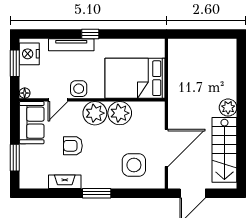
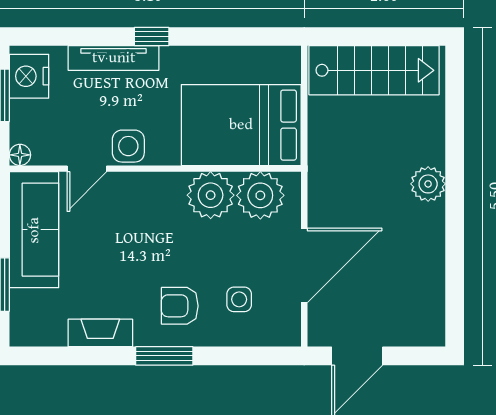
plant: (95, 113) -> (260, 195), moved
sofa: (32, 123) -> (34, 230), width x1.36
armchair: (73, 146) -> (180, 306), moved
stairs: (224, 150) -> (374, 70), moved, turned -90
side table: (134, 165) -> (239, 299), width x0.54, depth x0.54

